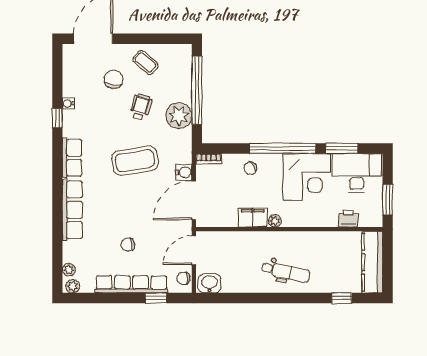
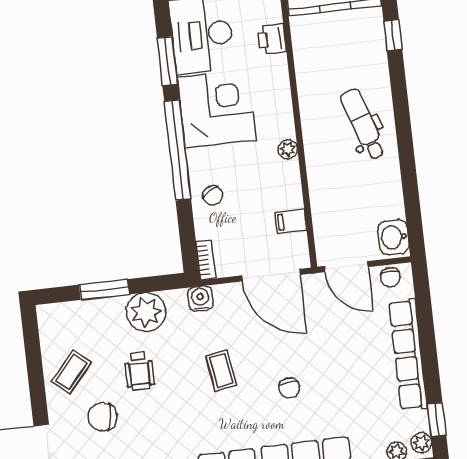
window: (197, 90) -> (104, 289), width x0.47
wheelchair: (141, 107) -> (139, 371), turned -106
coffee table: (135, 161) -> (221, 371), width x0.54, depth x0.58
water cooler: (184, 172) -> (200, 299), moved
filing cabinet: (253, 218) -> (291, 221), moved, width x0.50
chair: (128, 245) -> (289, 388), moved
dental chair: (286, 272) -> (363, 124), turned -30
window: (156, 298) -> (437, 420), moved

